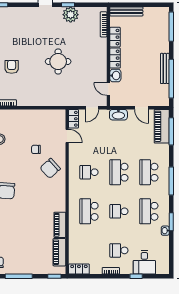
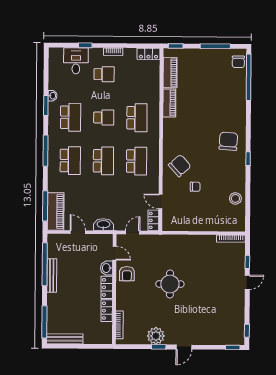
bench: (126, 11) -> (65, 339), moved
armchair: (12, 67) -> (127, 274), moved
school desk: (89, 172) -> (137, 161), width x1.85

